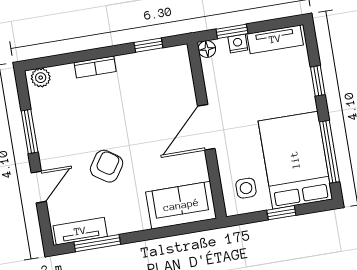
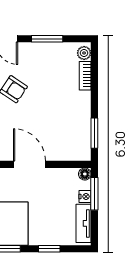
window: (232, 31) -> (94, 194), width x1.50
window: (148, 45) -> (94, 133), width x1.50
bookcase: (95, 67) -> (85, 76), moved

